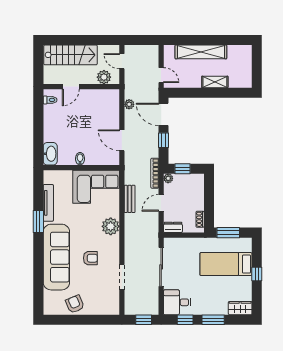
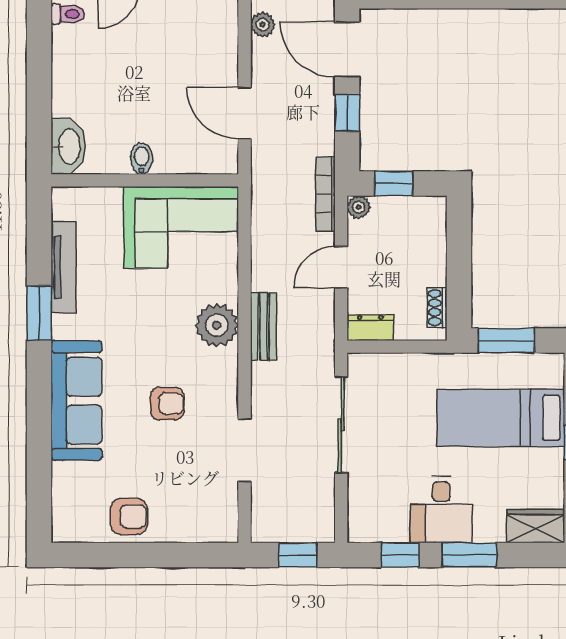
bench: (130, 199) -> (264, 326), moved
sofa: (56, 257) -> (77, 401), width x0.74, depth x0.79
desk: (177, 302) -> (441, 510), moved, turned -90
armchair: (75, 304) -> (129, 517), turned 113

